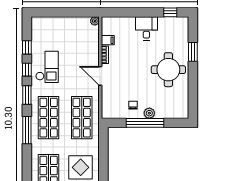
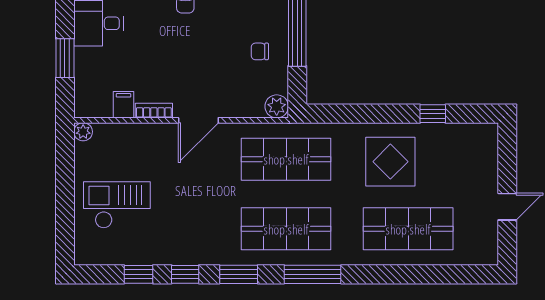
window: (130, 12) -> (65, 58), added
checkout: (47, 67) -> (117, 205), moved
plant: (149, 113) -> (277, 106), moved

